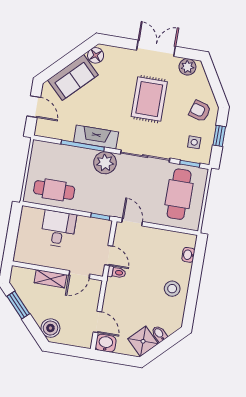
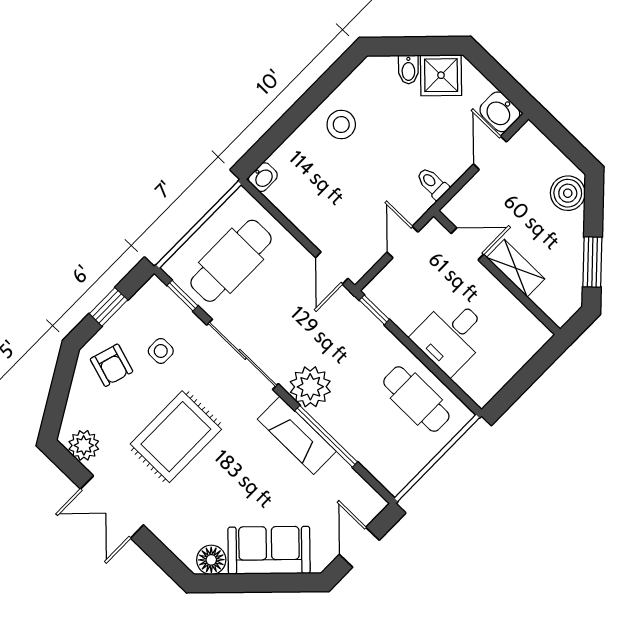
side table: (194, 142) -> (161, 351), moved
washbasin: (188, 255) -> (263, 177), moved
toilet: (117, 272) -> (432, 183), moved

